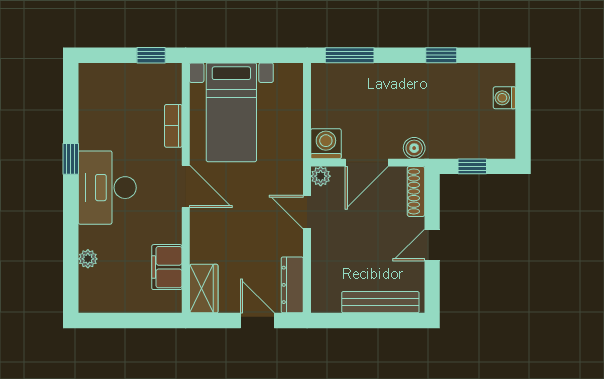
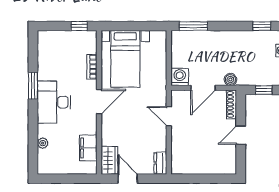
window: (441, 55) -> (262, 26), moved
window: (71, 159) -> (33, 86), width x1.50
plant: (321, 176) -> (177, 96), removed
door: (186, 186) -> (99, 102), hinge flipped
dresser: (292, 285) -> (160, 163), width x0.70
bench: (380, 302) -> (211, 168), removed
door: (257, 321) -> (128, 179), moved

